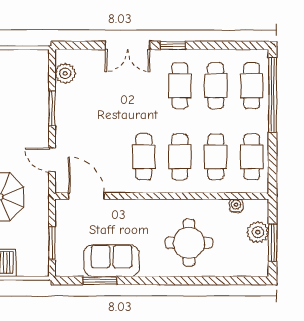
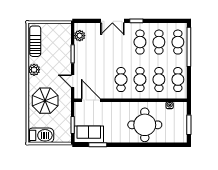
plant: (258, 232) -> (181, 119), removed
round table: (189, 243) -> (145, 125), width x1.36, depth x1.36
sofa: (112, 261) -> (89, 134), moved

